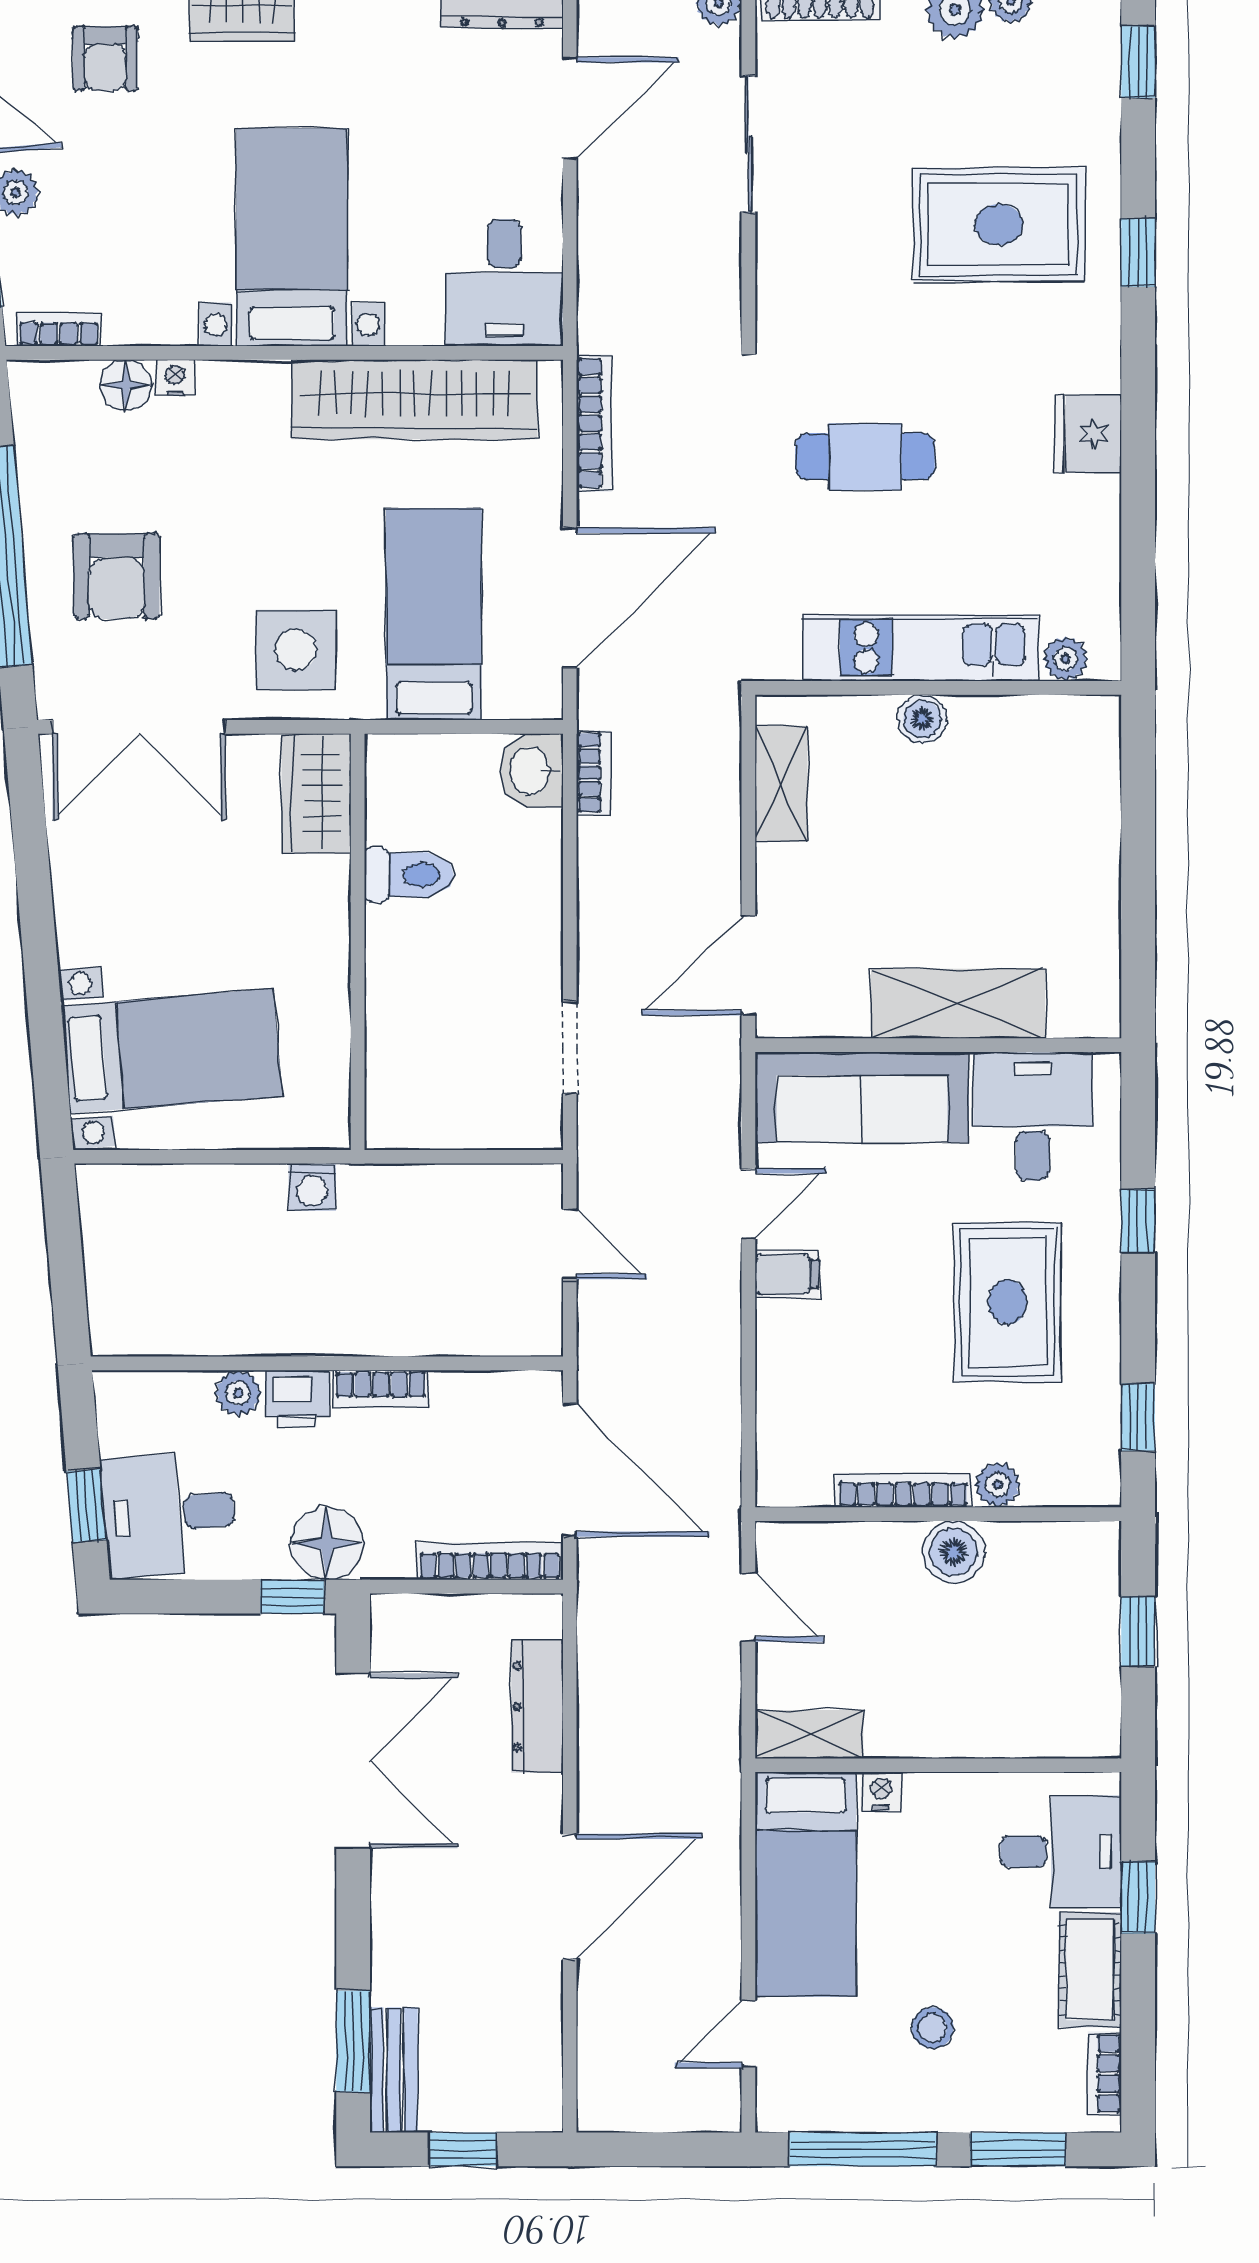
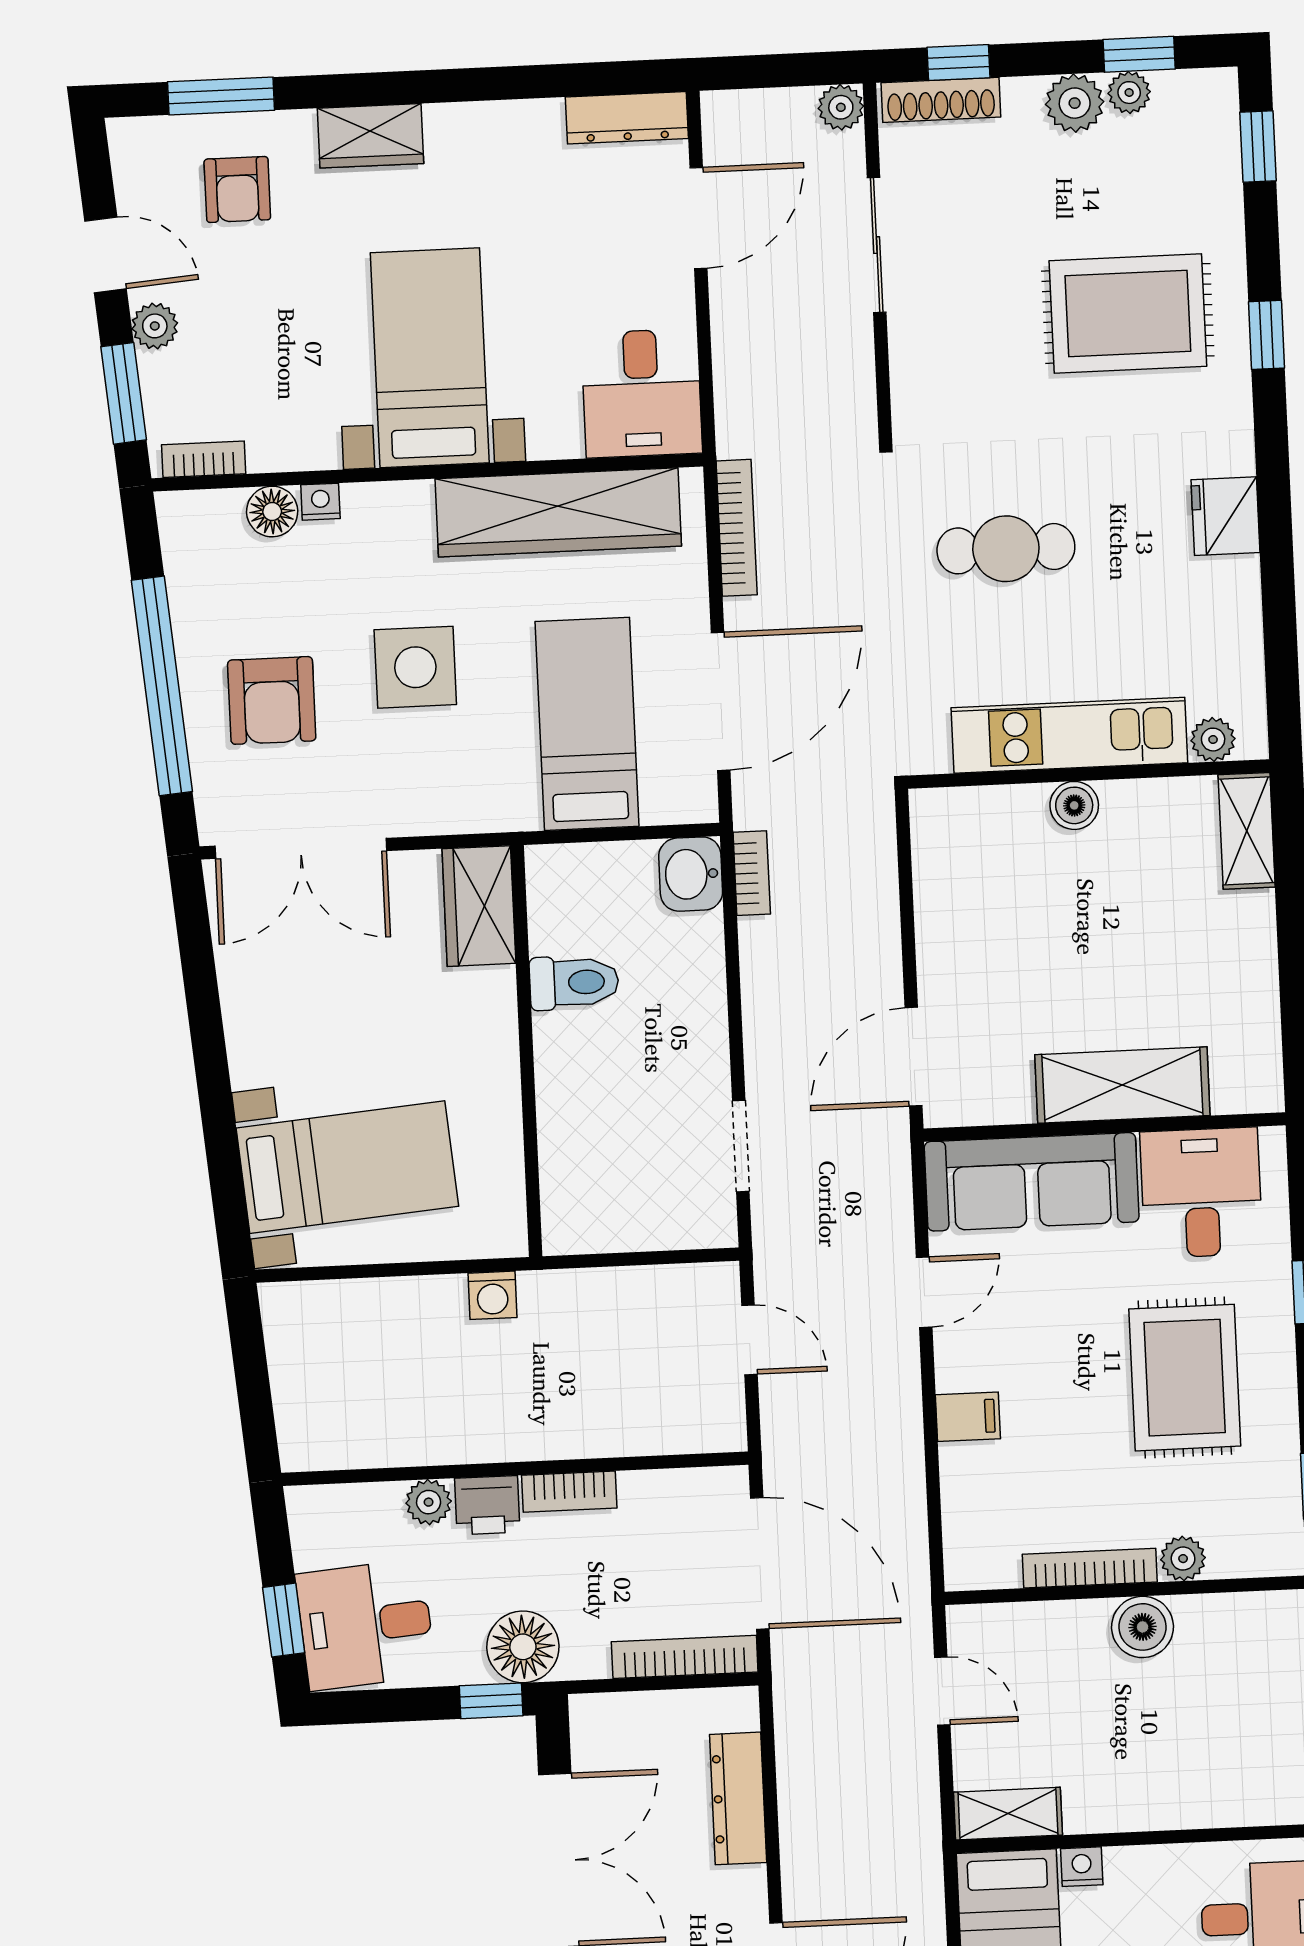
side table: (296, 650) -> (415, 667), moved
shelving: (781, 784) -> (1247, 831), moved
filing cabinet: (787, 1274) -> (968, 1417), moved

